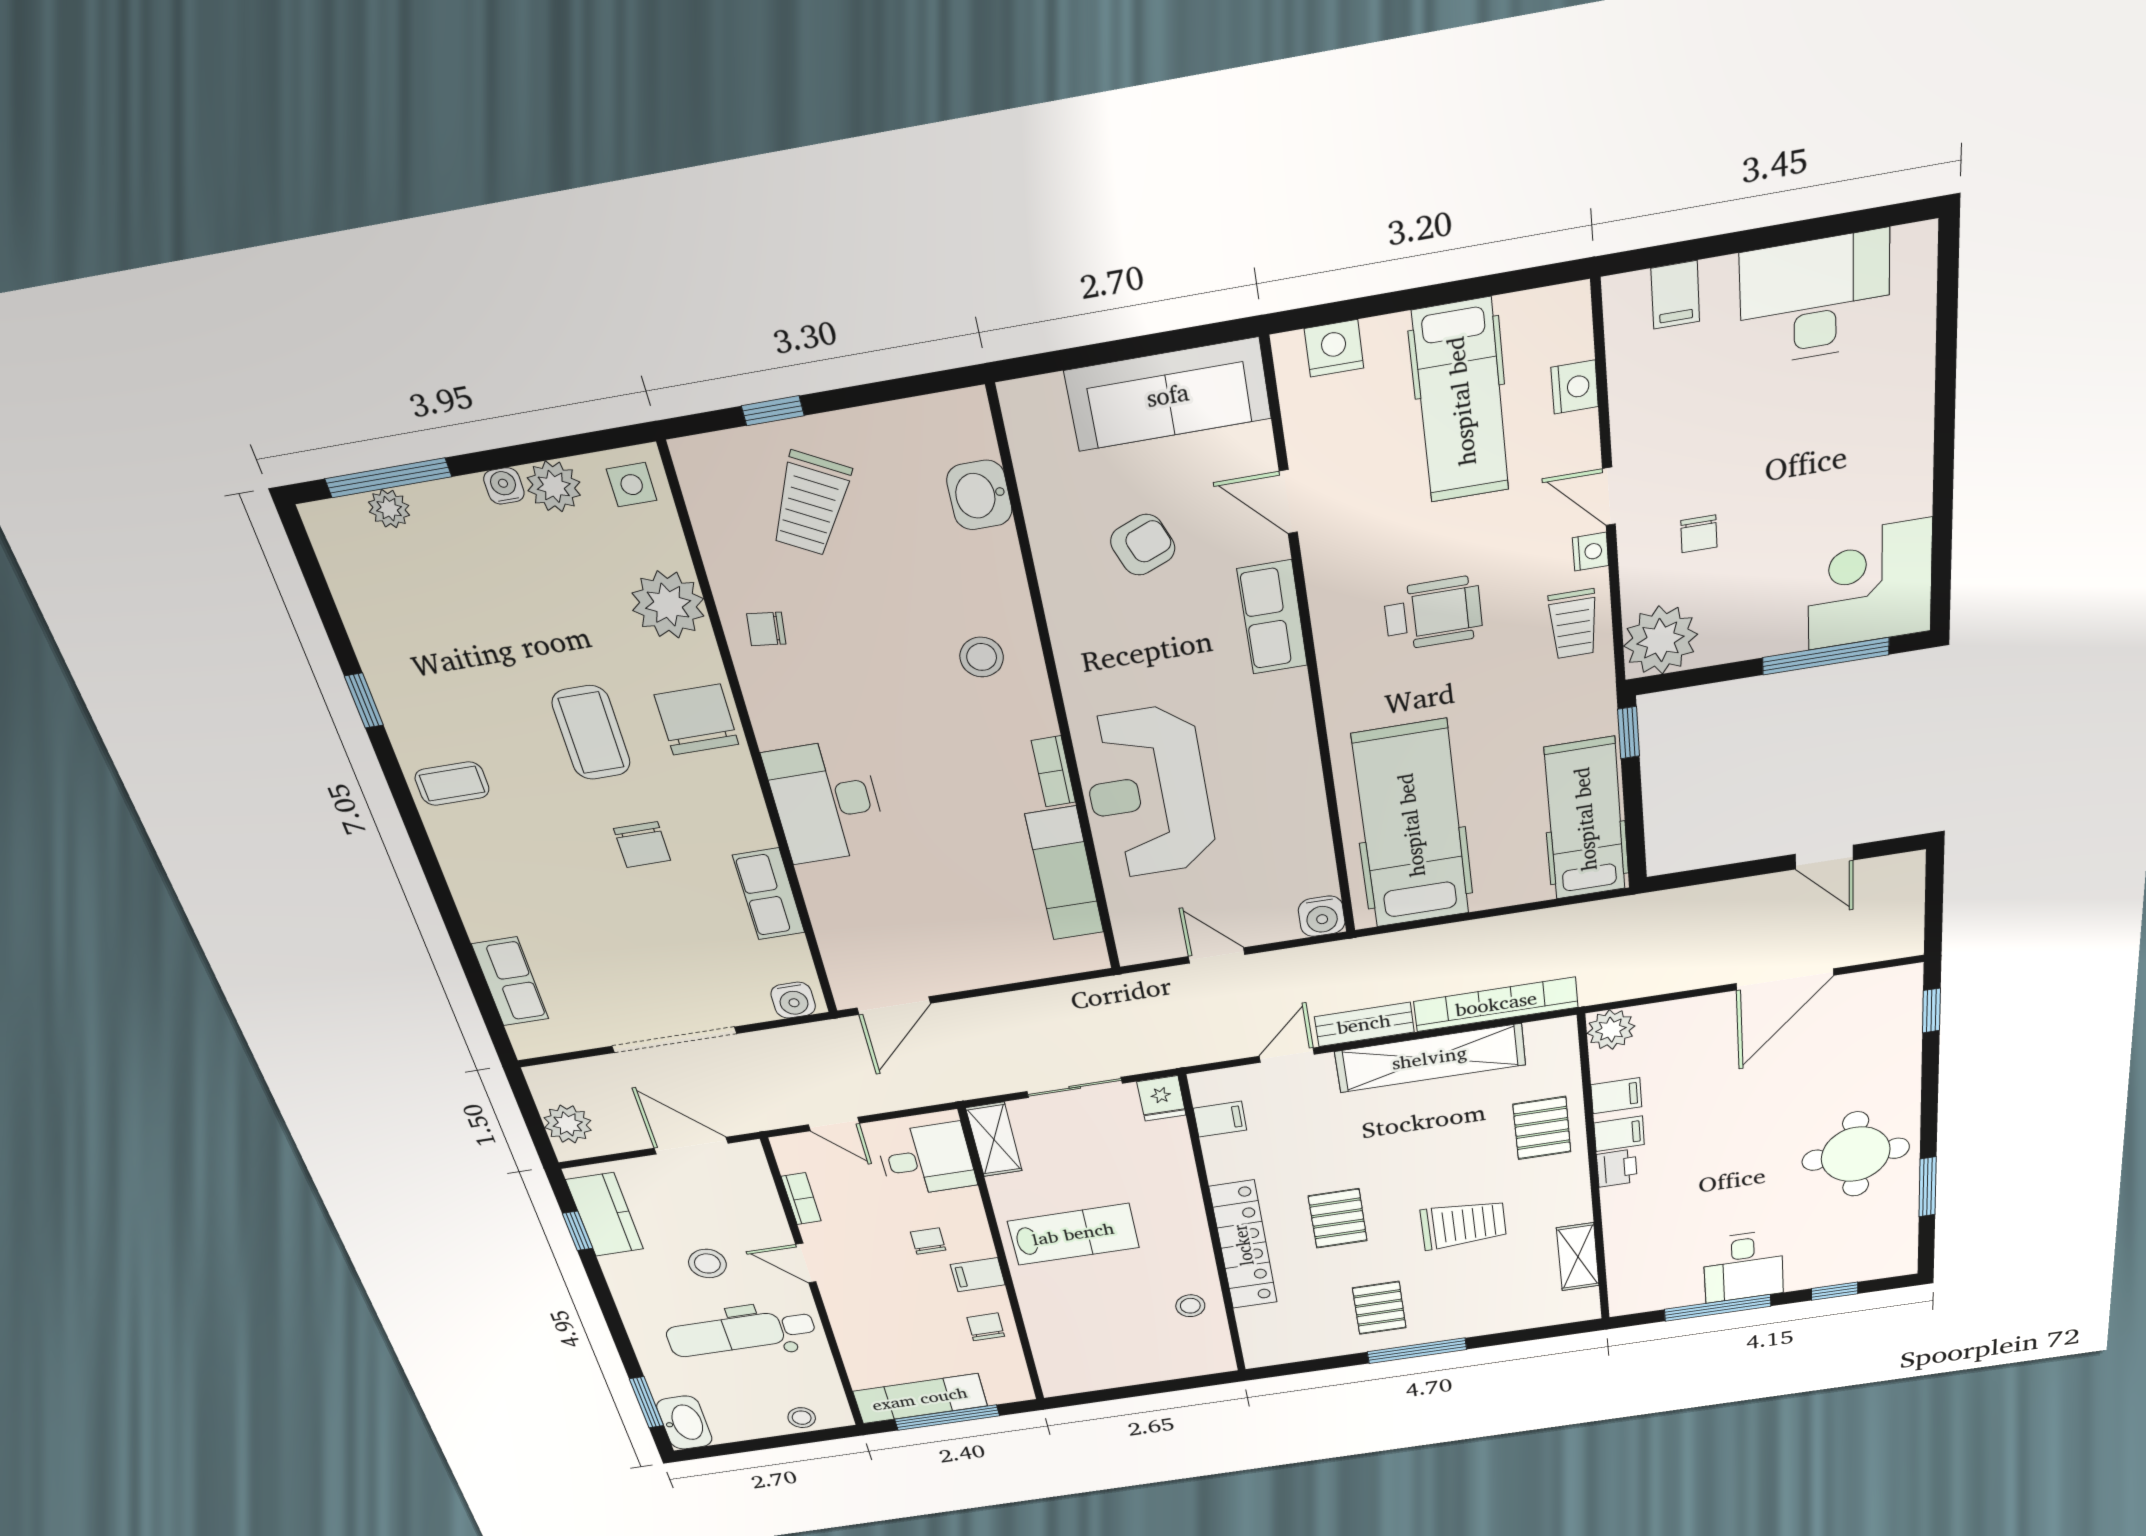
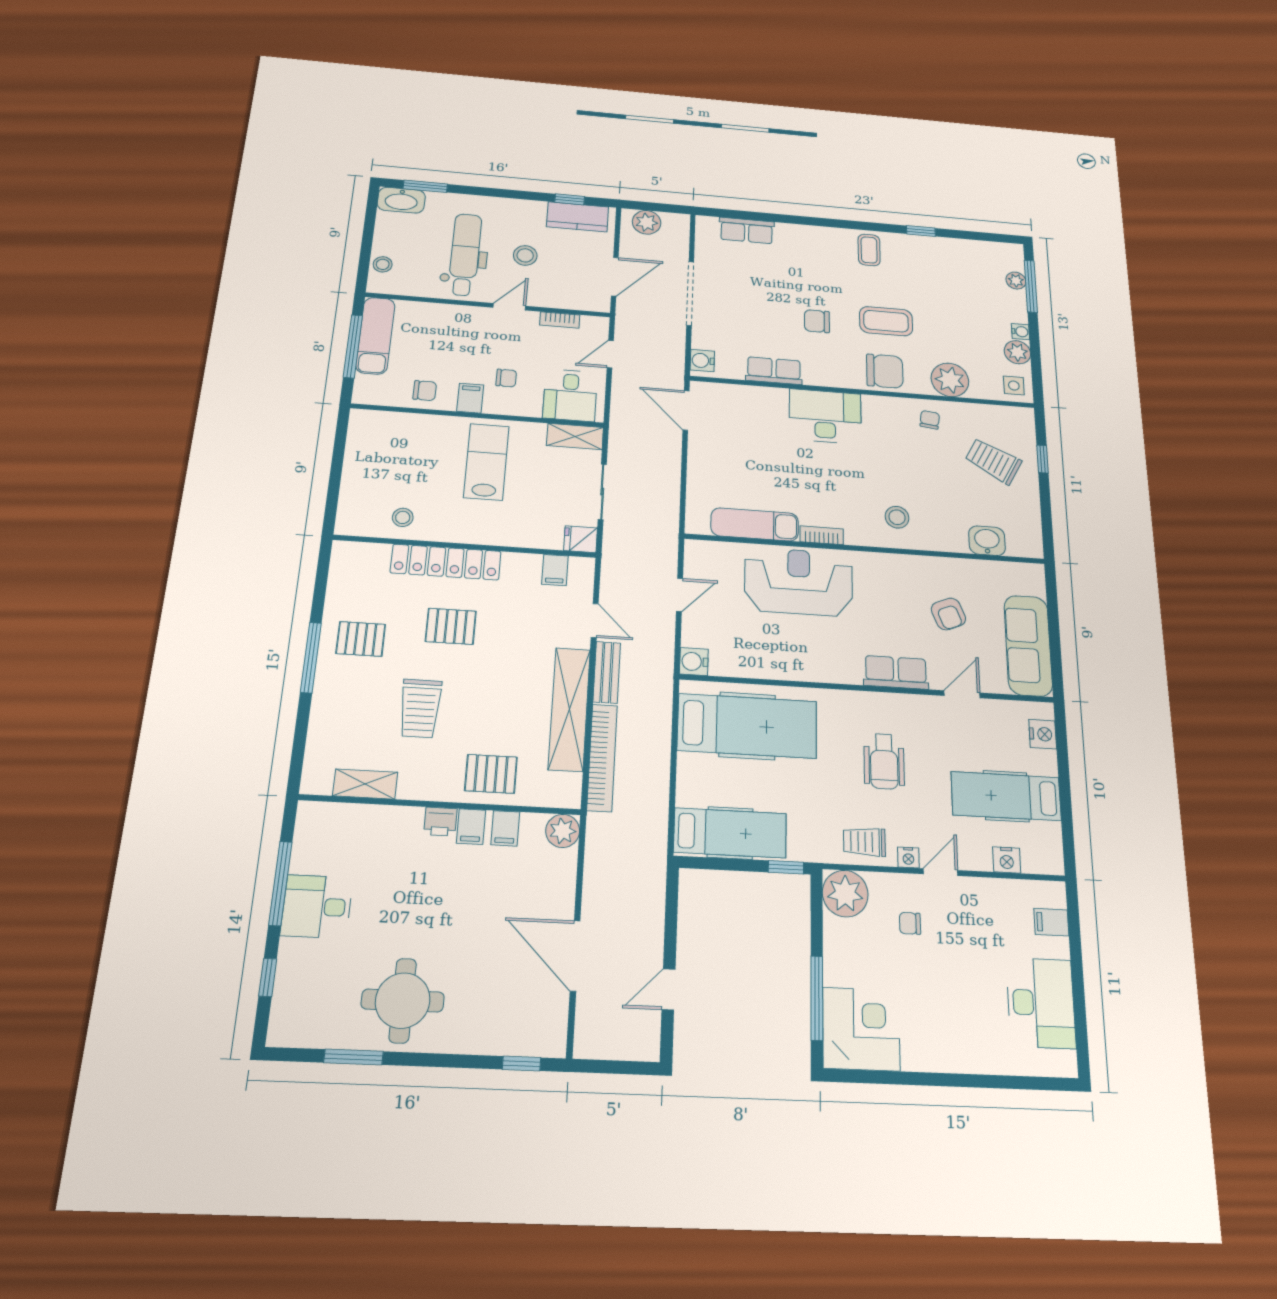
lab bench: (1073, 1234) -> (486, 462), turned 180

